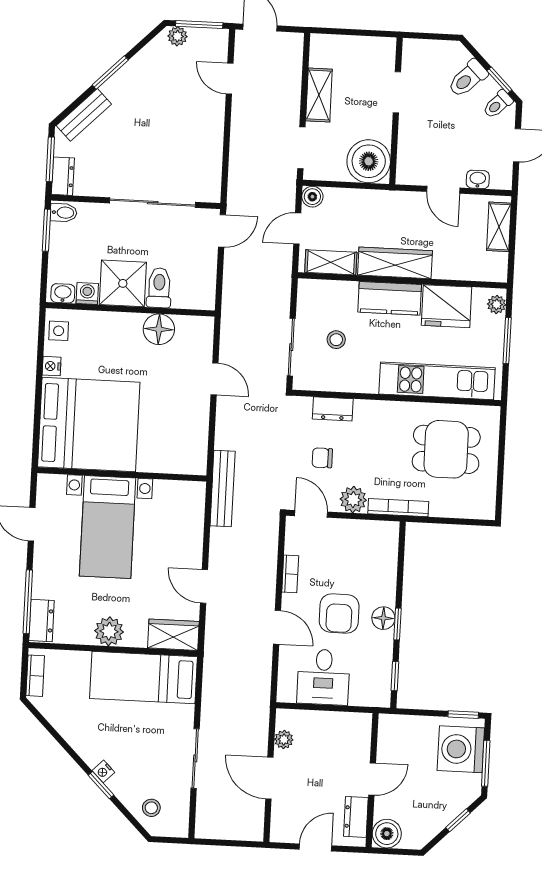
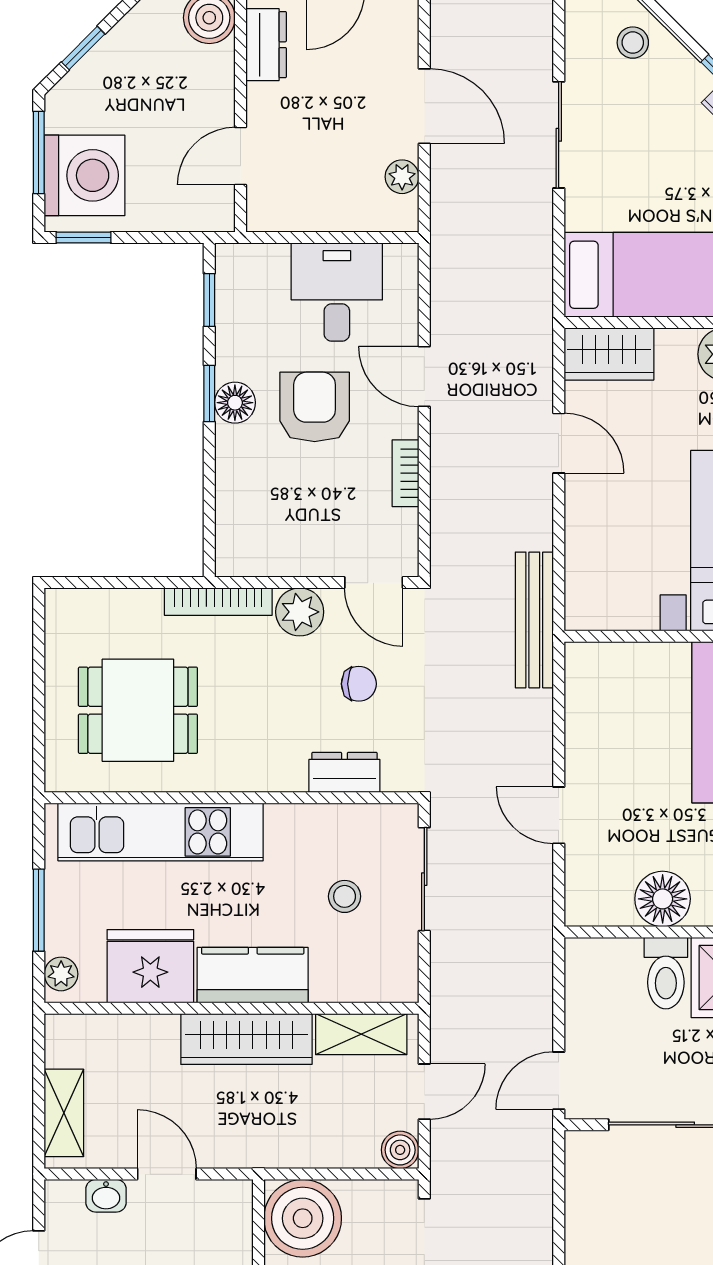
door: (372, 779) -> (241, 156), moved

